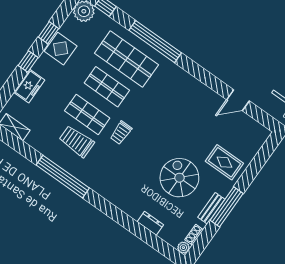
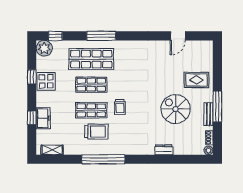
window: (155, 42) -> (101, 36), width x0.68
window: (28, 61) -> (32, 118), moved
trolley: (76, 141) -> (96, 132), turned 180
dresser: (150, 223) -> (164, 150), moved

